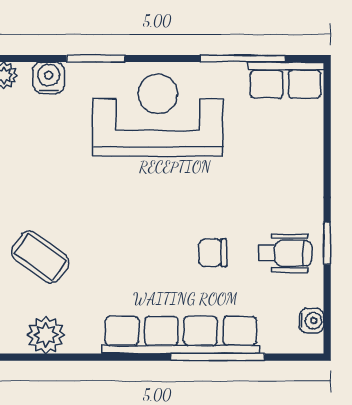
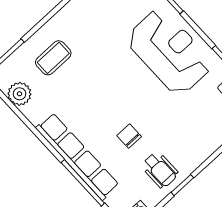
coffee table: (40, 257) -> (53, 58), turned 54

